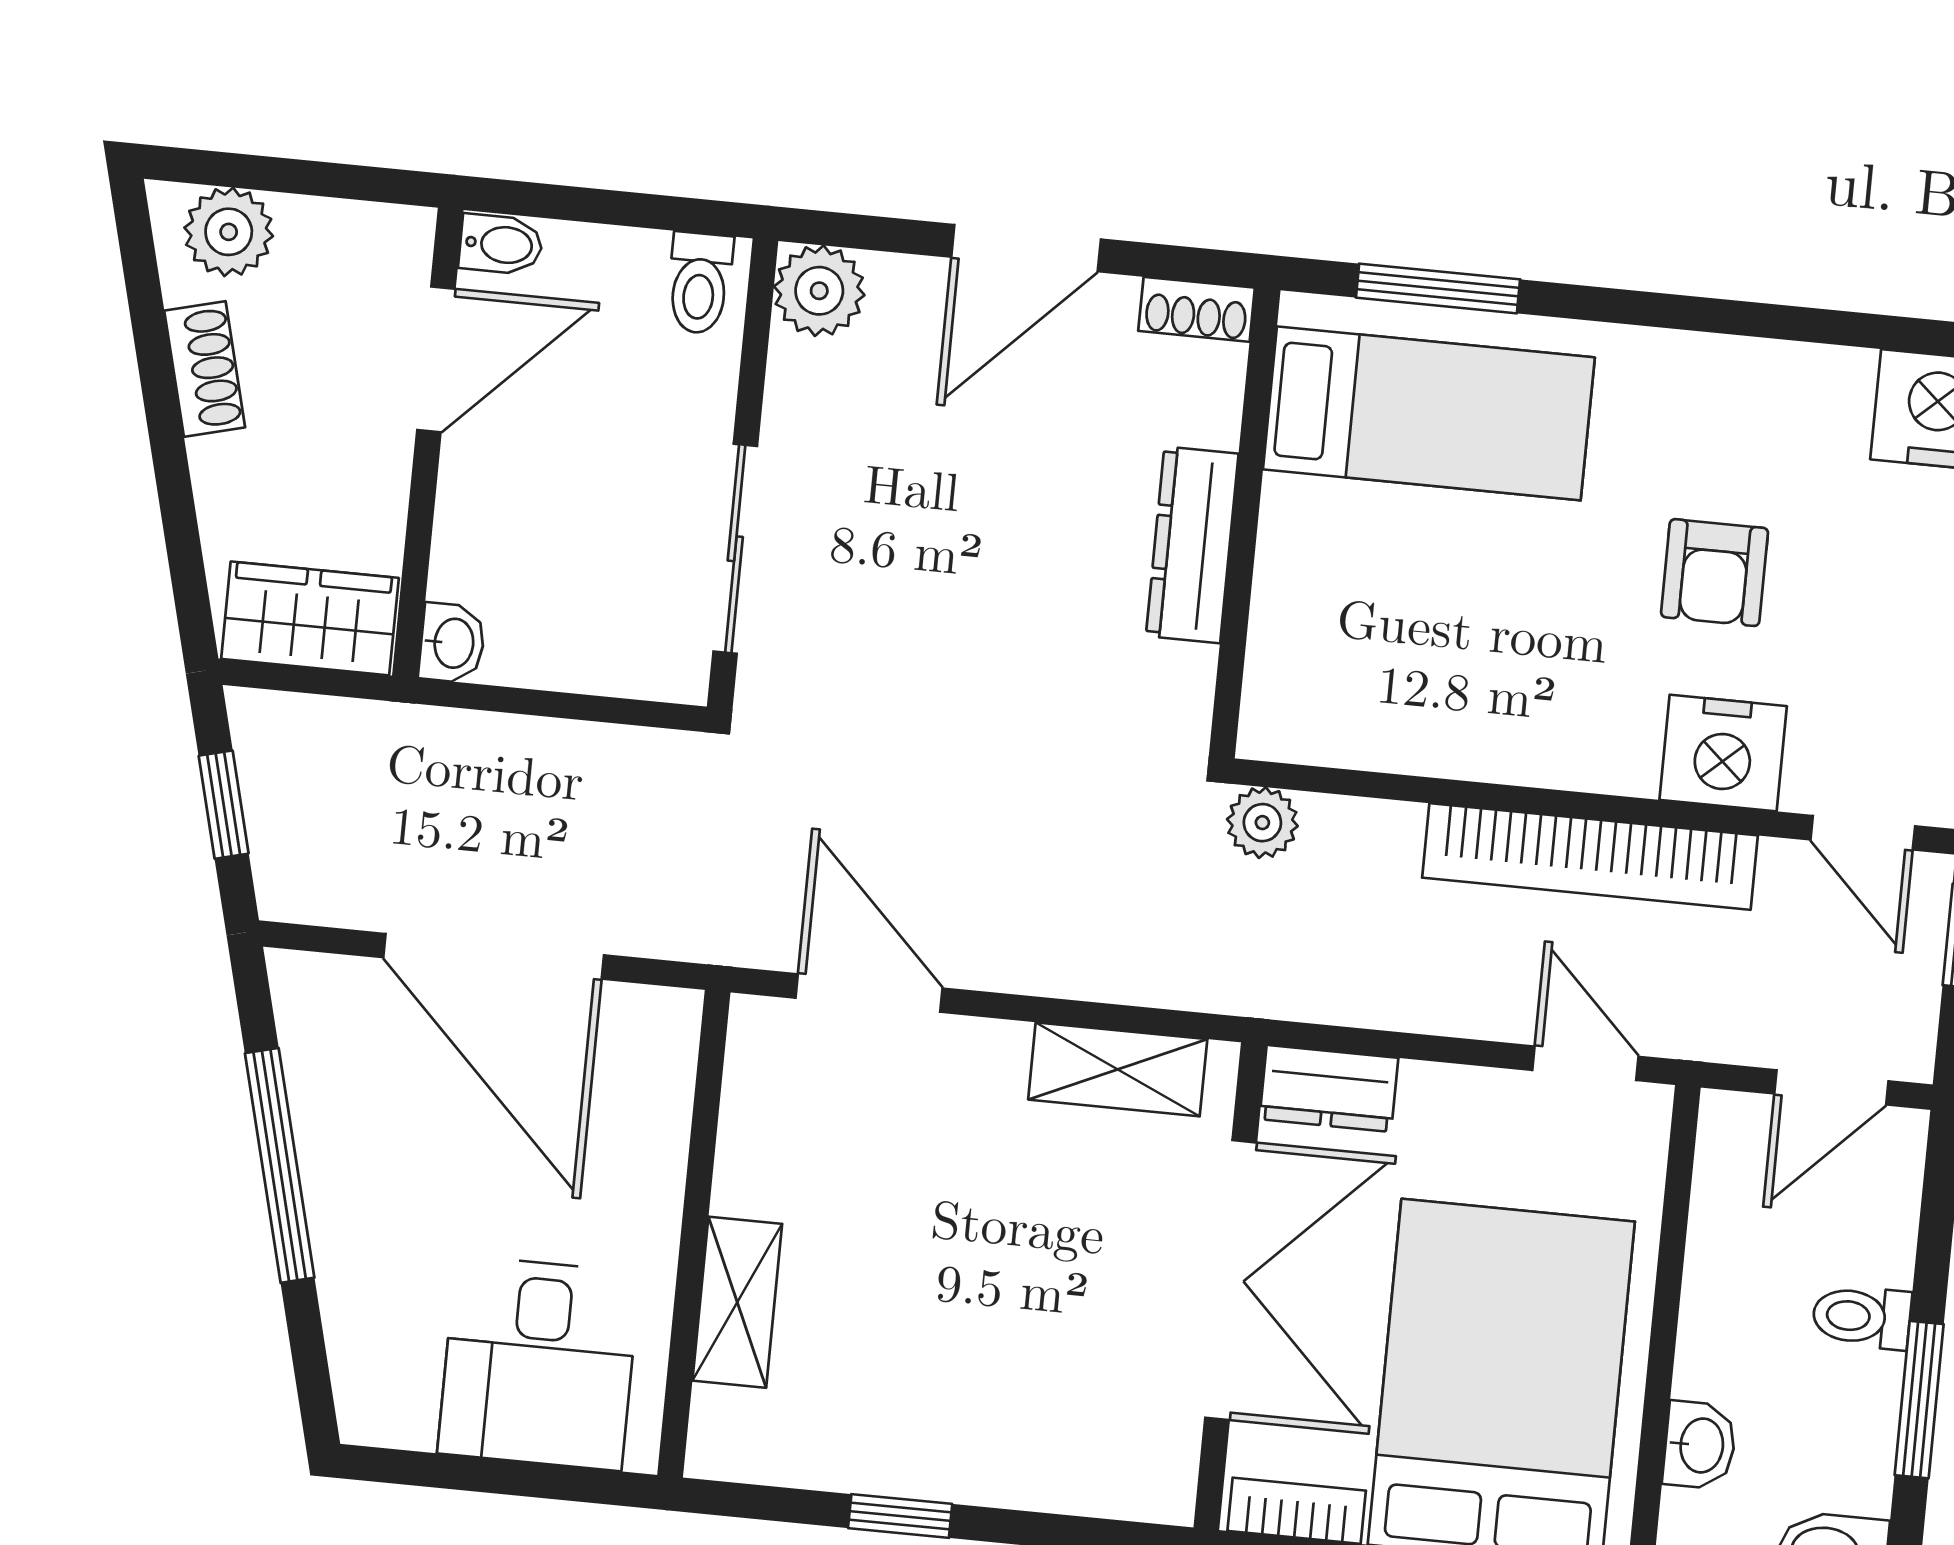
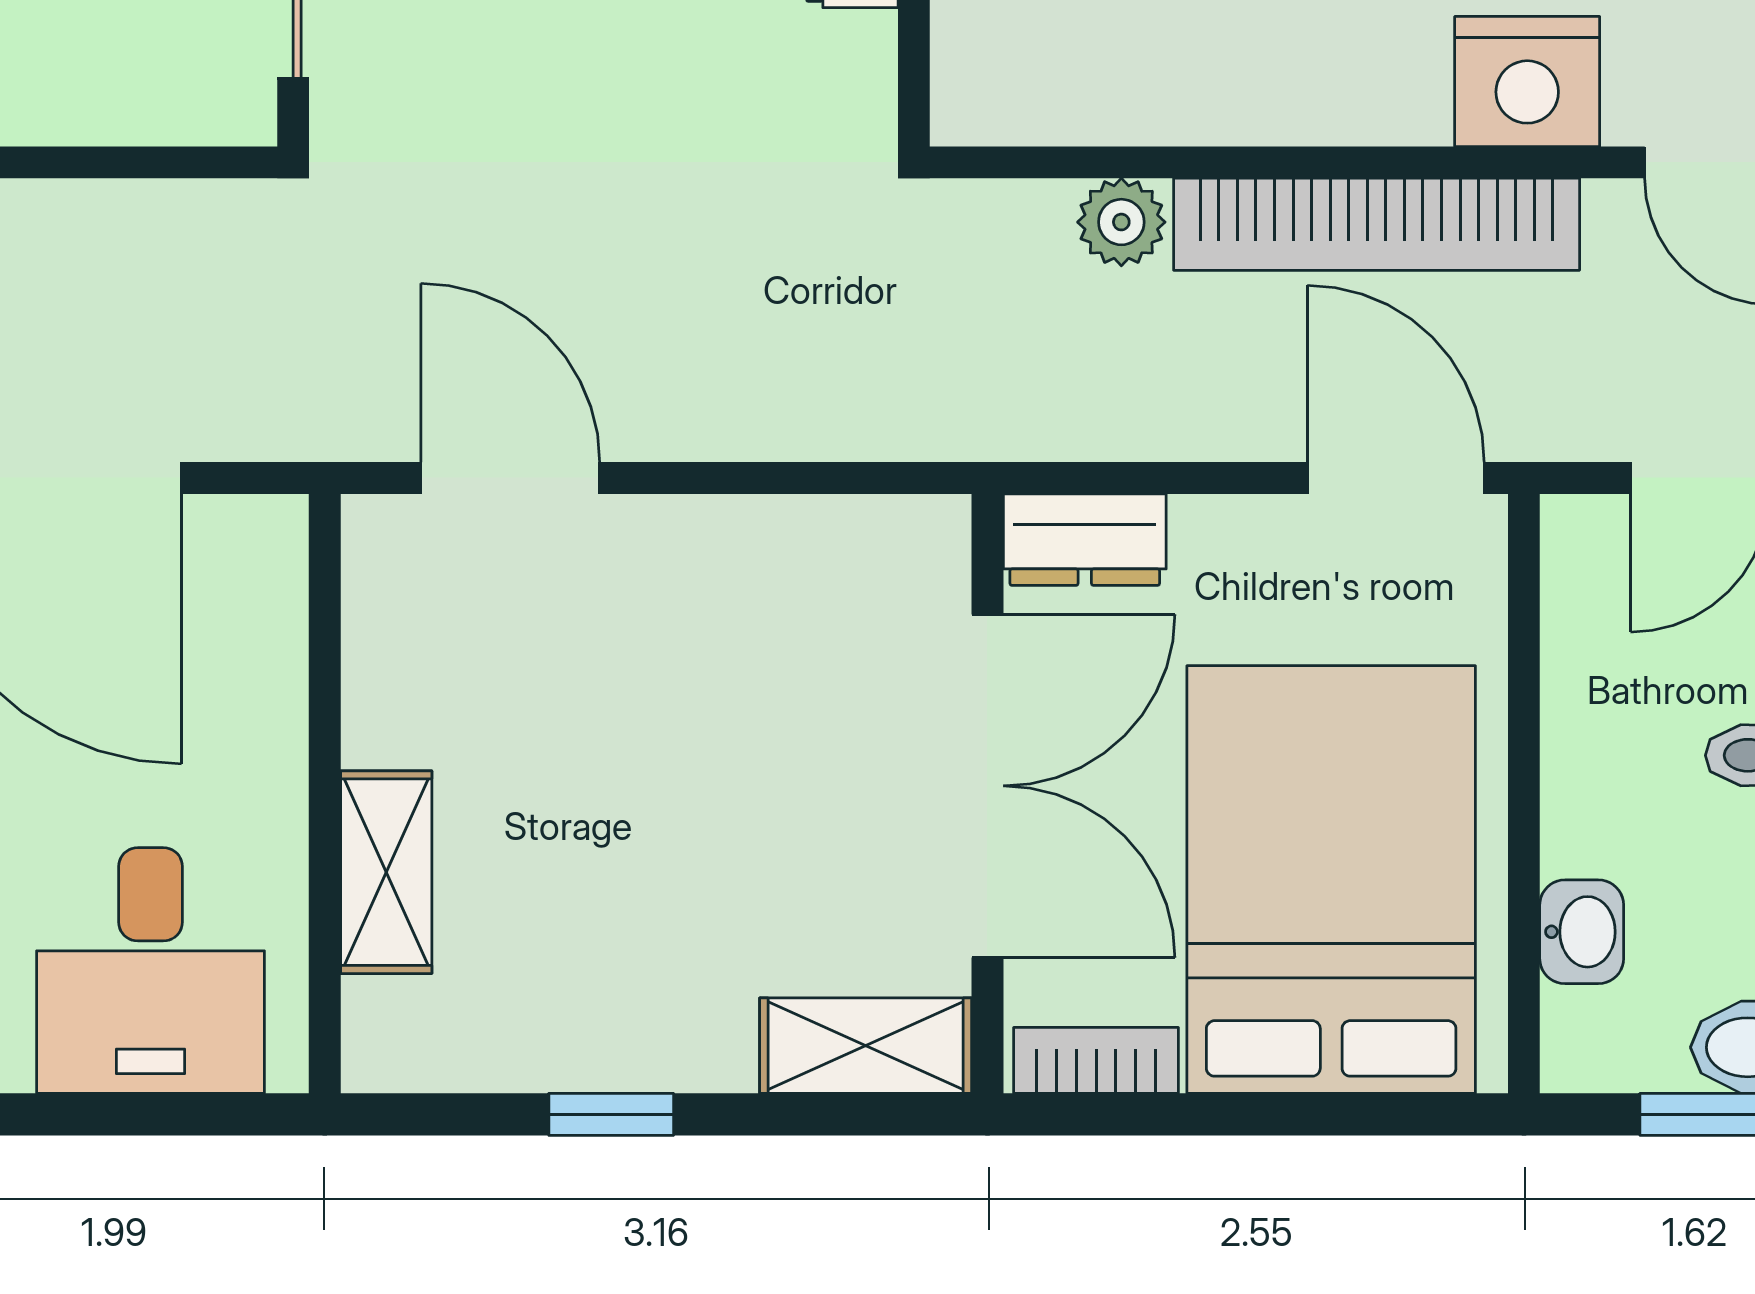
plant: (1262, 823) -> (1121, 222), moved
door: (1585, 1063) -> (1396, 478), width x1.38
shelving: (1118, 1069) -> (866, 1046), moved

